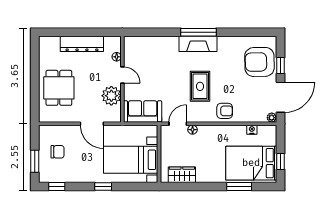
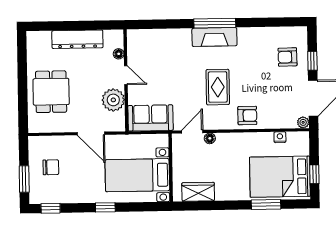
armchair: (259, 62) -> (287, 57), width x0.53, depth x0.53

